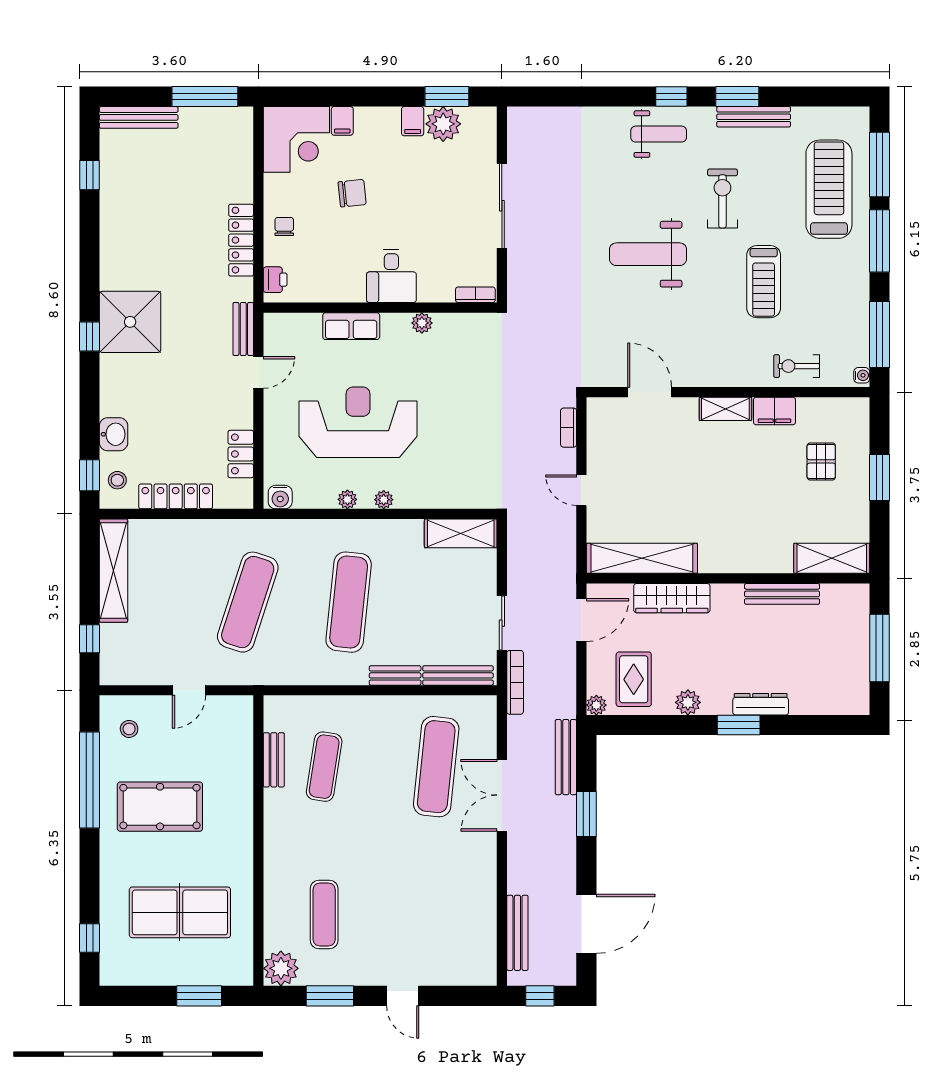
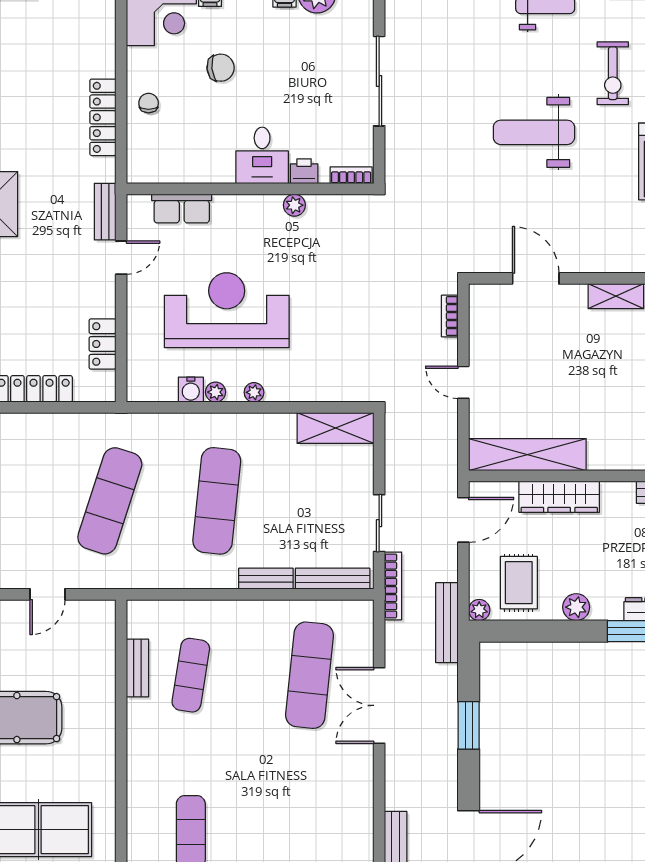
exercise bike: (722, 198) -> (613, 73), turned 180
printer: (275, 280) -> (304, 171), moved, turned -90
row of seats: (351, 326) -> (182, 209), moved
water cooler: (280, 497) -> (191, 390), moved
bench: (566, 757) -> (447, 623), moved

